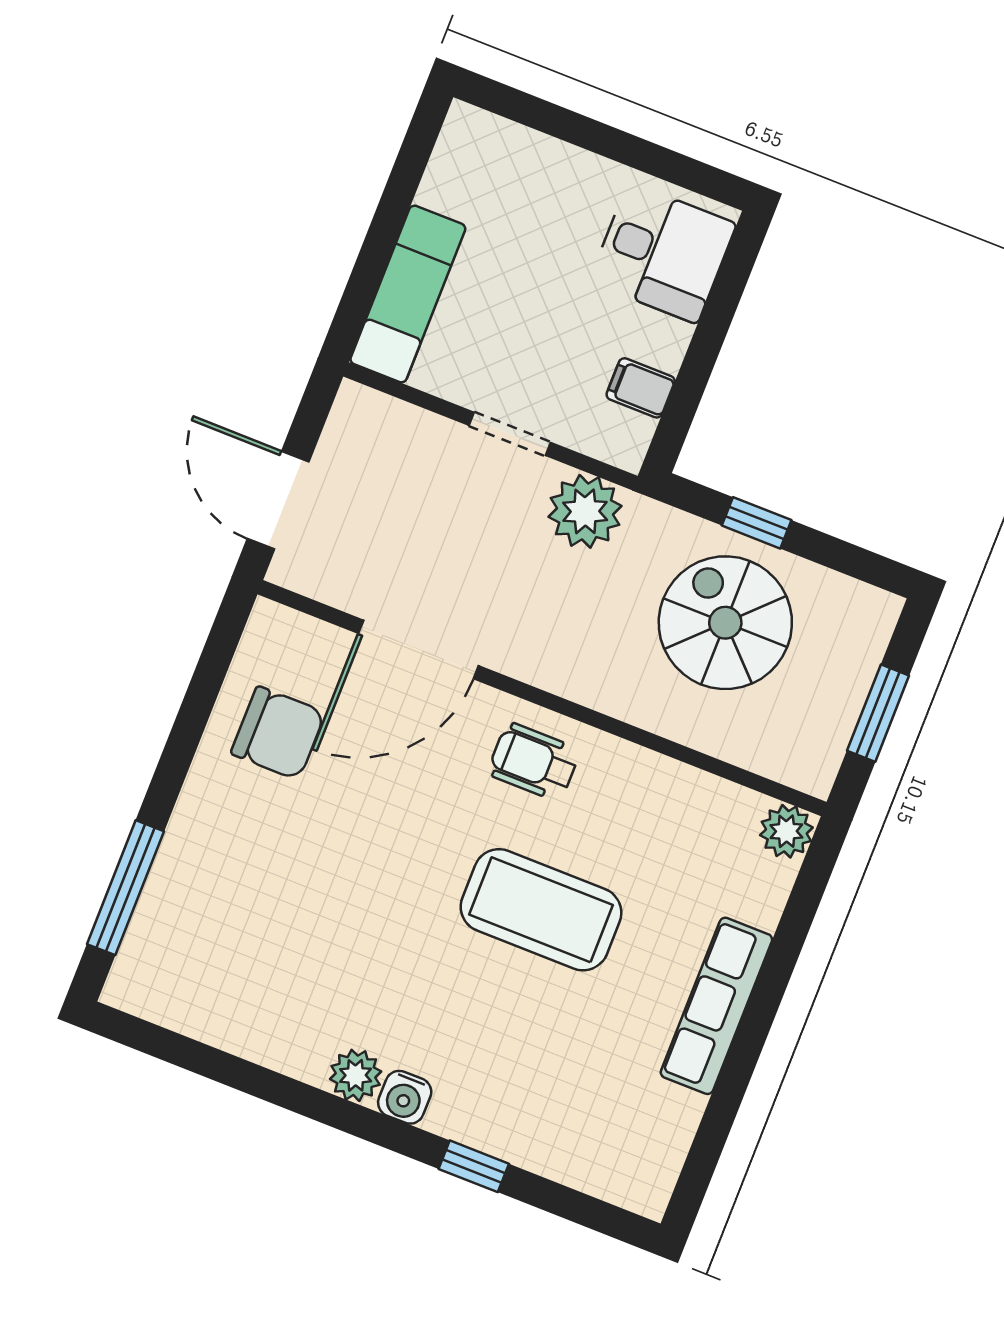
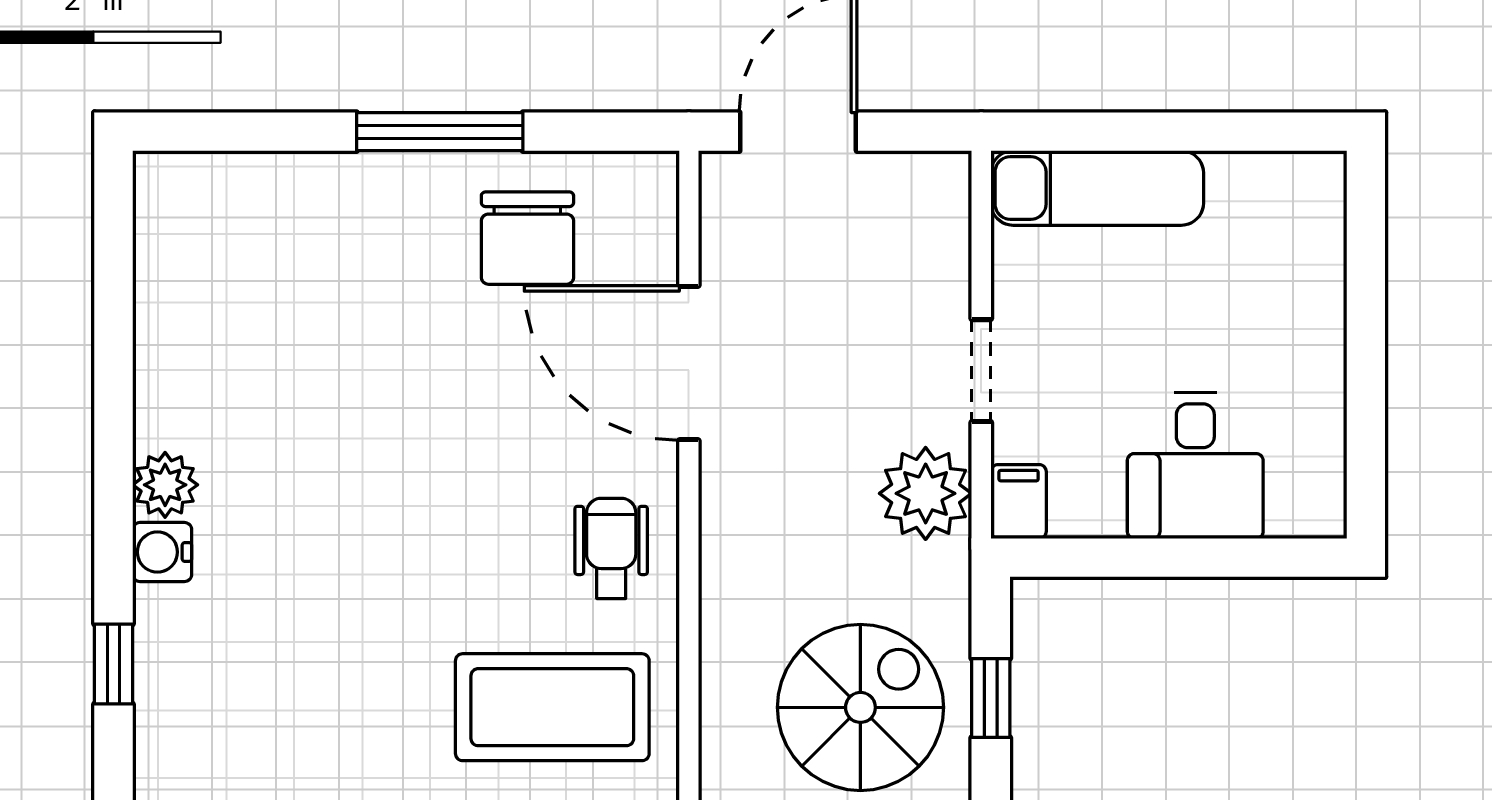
desk: (663, 253) -> (1195, 465), moved
filing cabinet: (641, 388) -> (1019, 502), moved
window: (126, 888) -> (440, 132), moved
coffee table: (541, 910) -> (552, 707), moved, turned 90

